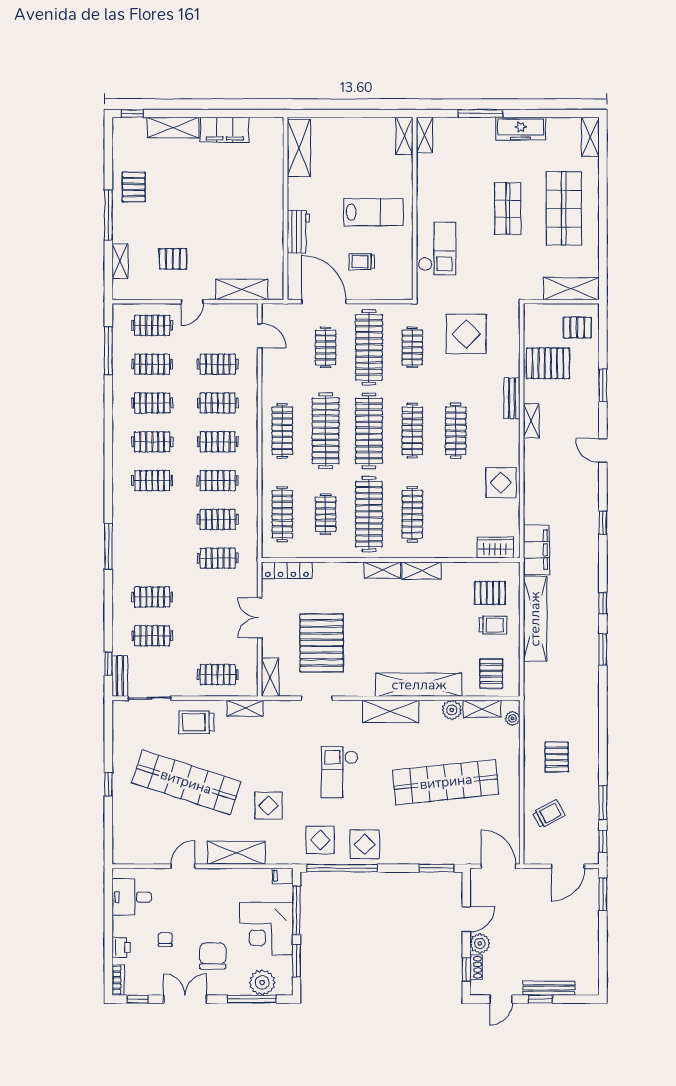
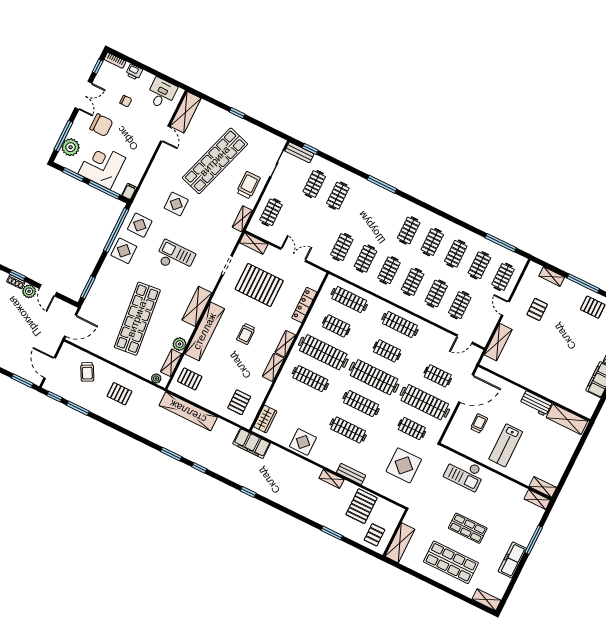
workbench: (298, 232) -> (536, 403), moved
clothes rail: (326, 431) -> (387, 351), width x0.54, depth x0.76
door: (603, 451) -> (292, 513), removed
locker: (287, 570) -> (304, 305), moved
shelving: (535, 619) -> (188, 411), moved
trolley: (493, 625) -> (246, 334), moved
shelving: (236, 853) -> (186, 112), moved

